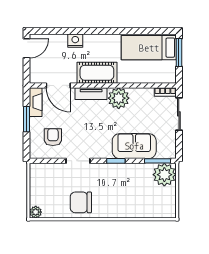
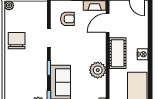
nightstand: (75, 41) -> (143, 54), moved
tv unit: (91, 94) -> (101, 49), removed

